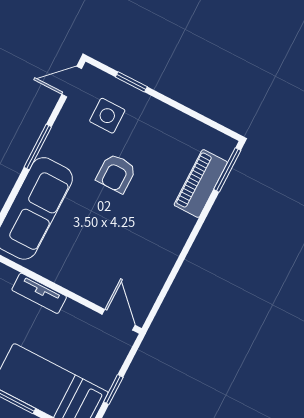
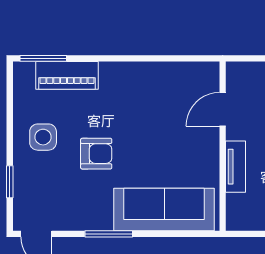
side table: (107, 116) -> (43, 137), moved
door: (119, 320) -> (223, 109), moved

